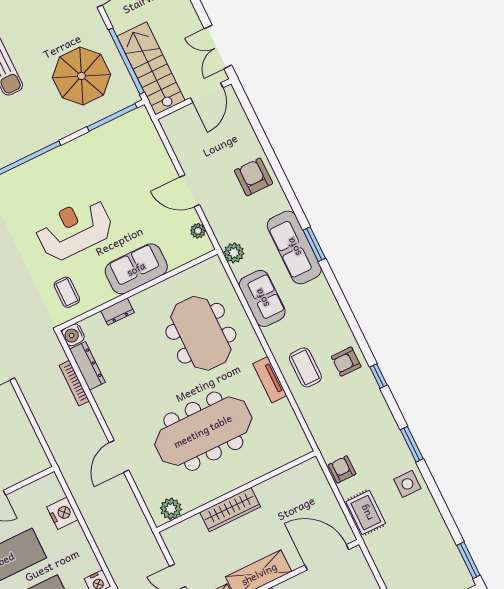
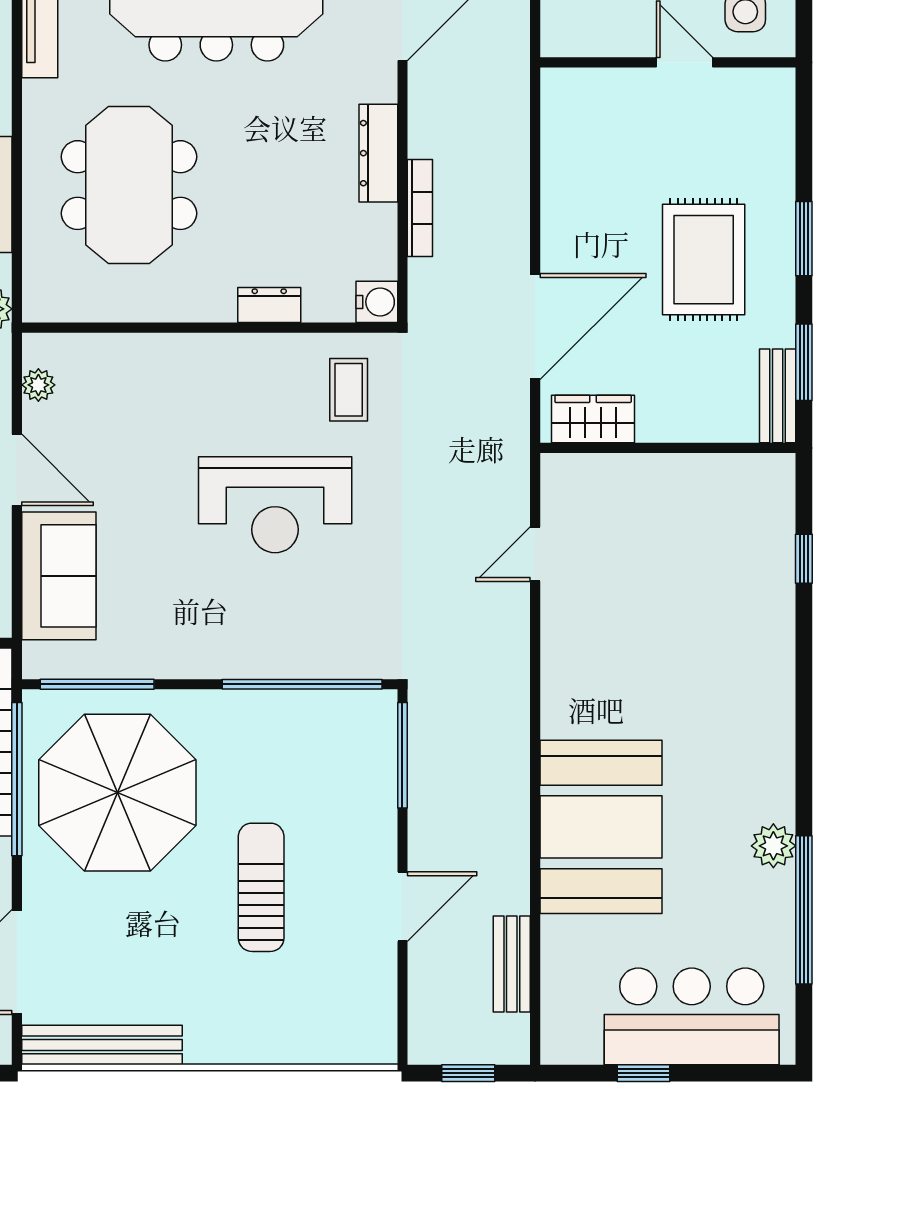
parasol: (81, 76) -> (117, 793), width x1.36, depth x1.36
sofa: (136, 269) -> (59, 576), moved, turned -90
dresser: (87, 366) -> (378, 153), moved

